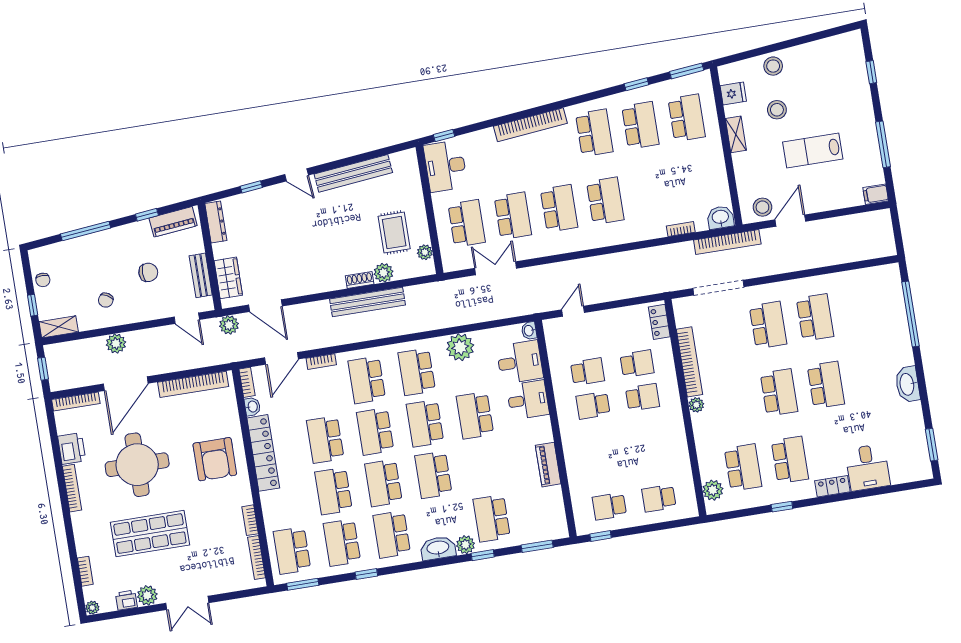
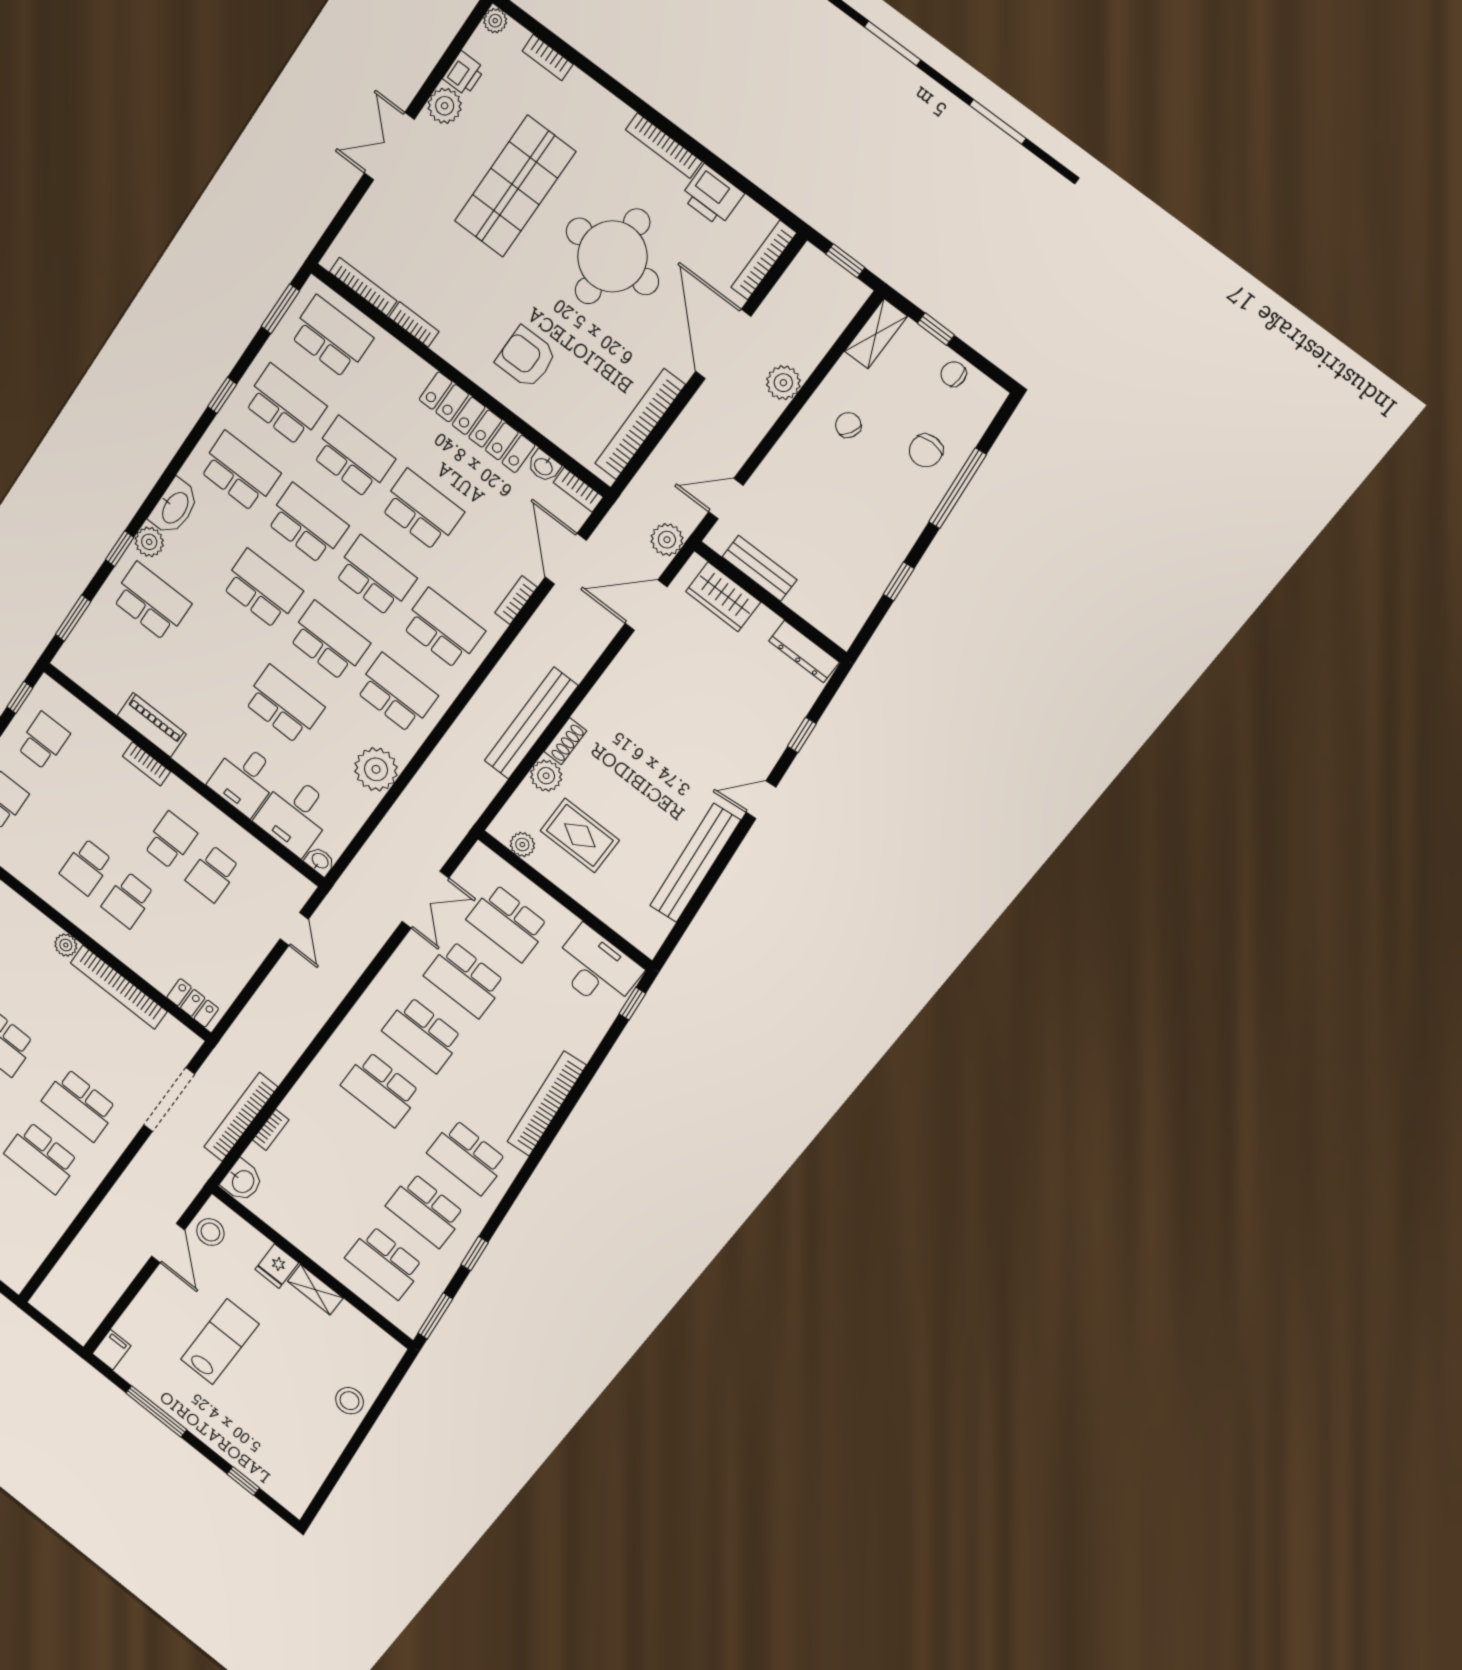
fridge: (733, 93) -> (277, 1266), moved
stool: (777, 110) -> (299, 1355), removed
piano: (173, 222) -> (857, 603), removed
bookcase: (727, 242) -> (241, 1117), moved
chair: (148, 272) -> (926, 451), moved
school desk: (637, 364) -> (86, 867), moved
bookcase: (569, 450) -> (146, 764), added
armchair: (215, 459) -> (526, 357), width x0.73, depth x0.73

